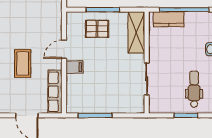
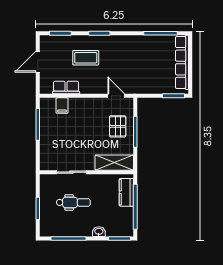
door: (64, 49) -> (116, 96), moved
filing cabinet: (74, 67) -> (62, 106), moved
dental chair: (194, 89) -> (73, 202), moved
row of seats: (55, 92) -> (66, 88), width x0.68

